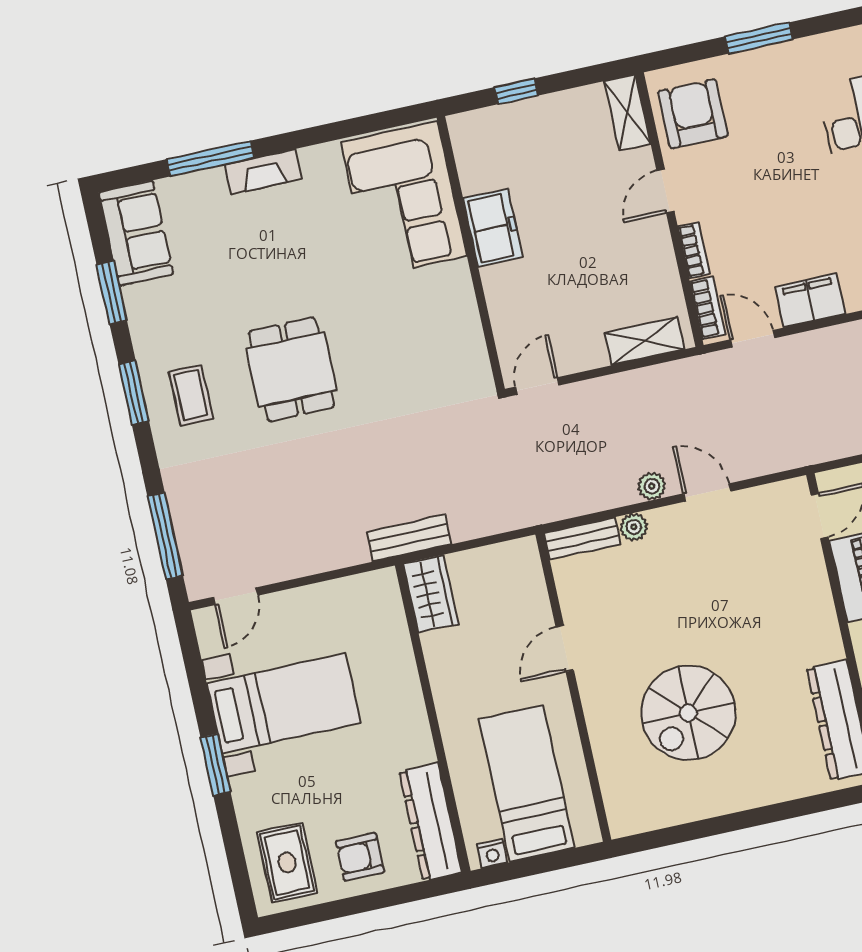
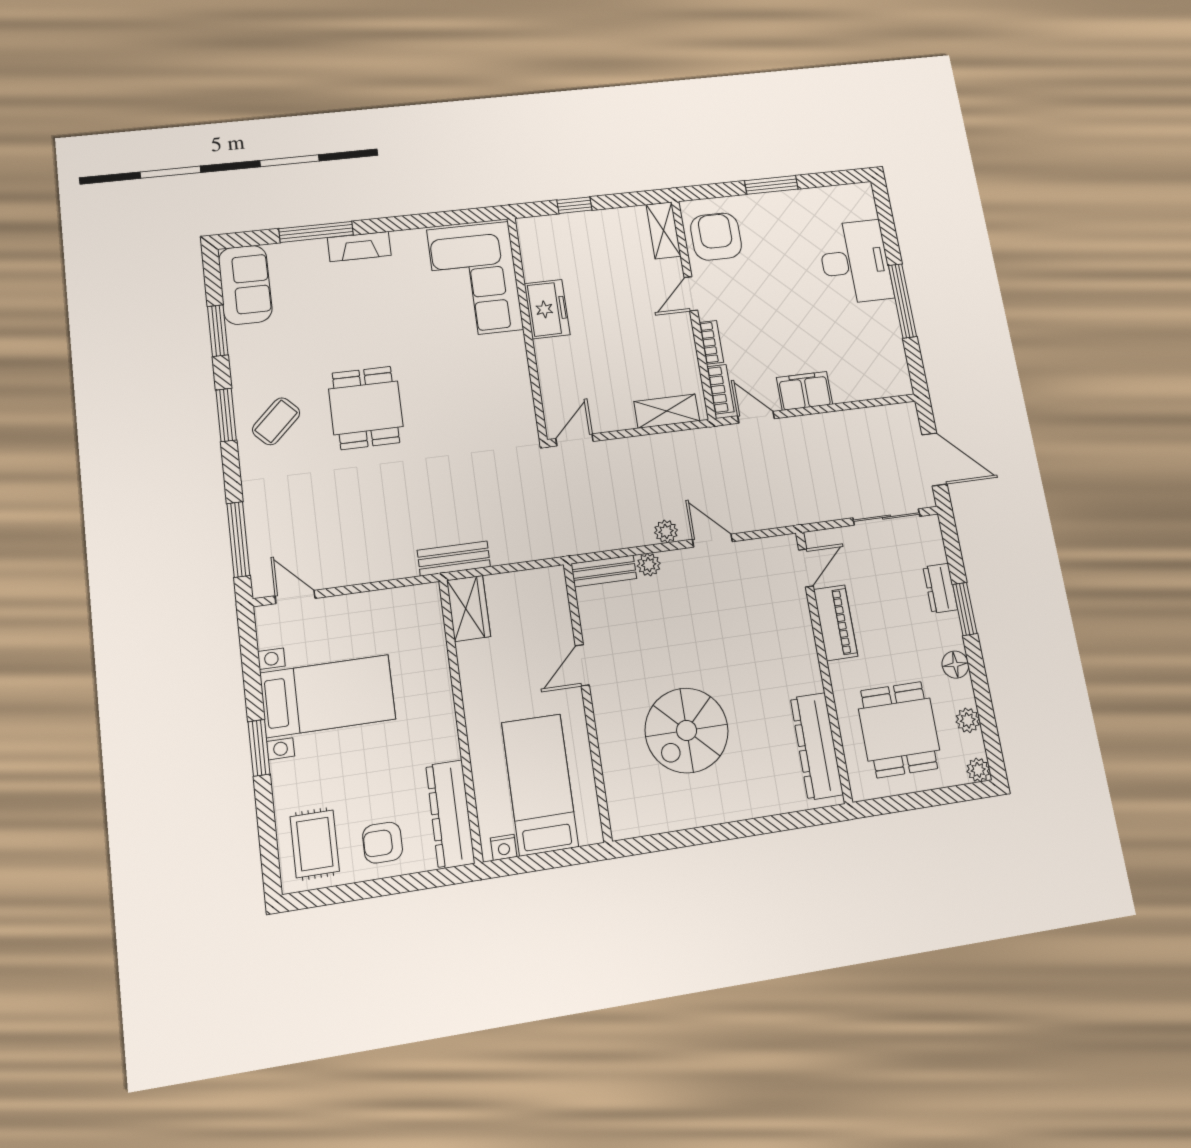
coffee table: (191, 395) -> (276, 421), turned 46
door: (236, 596) -> (295, 597), swing flipped

